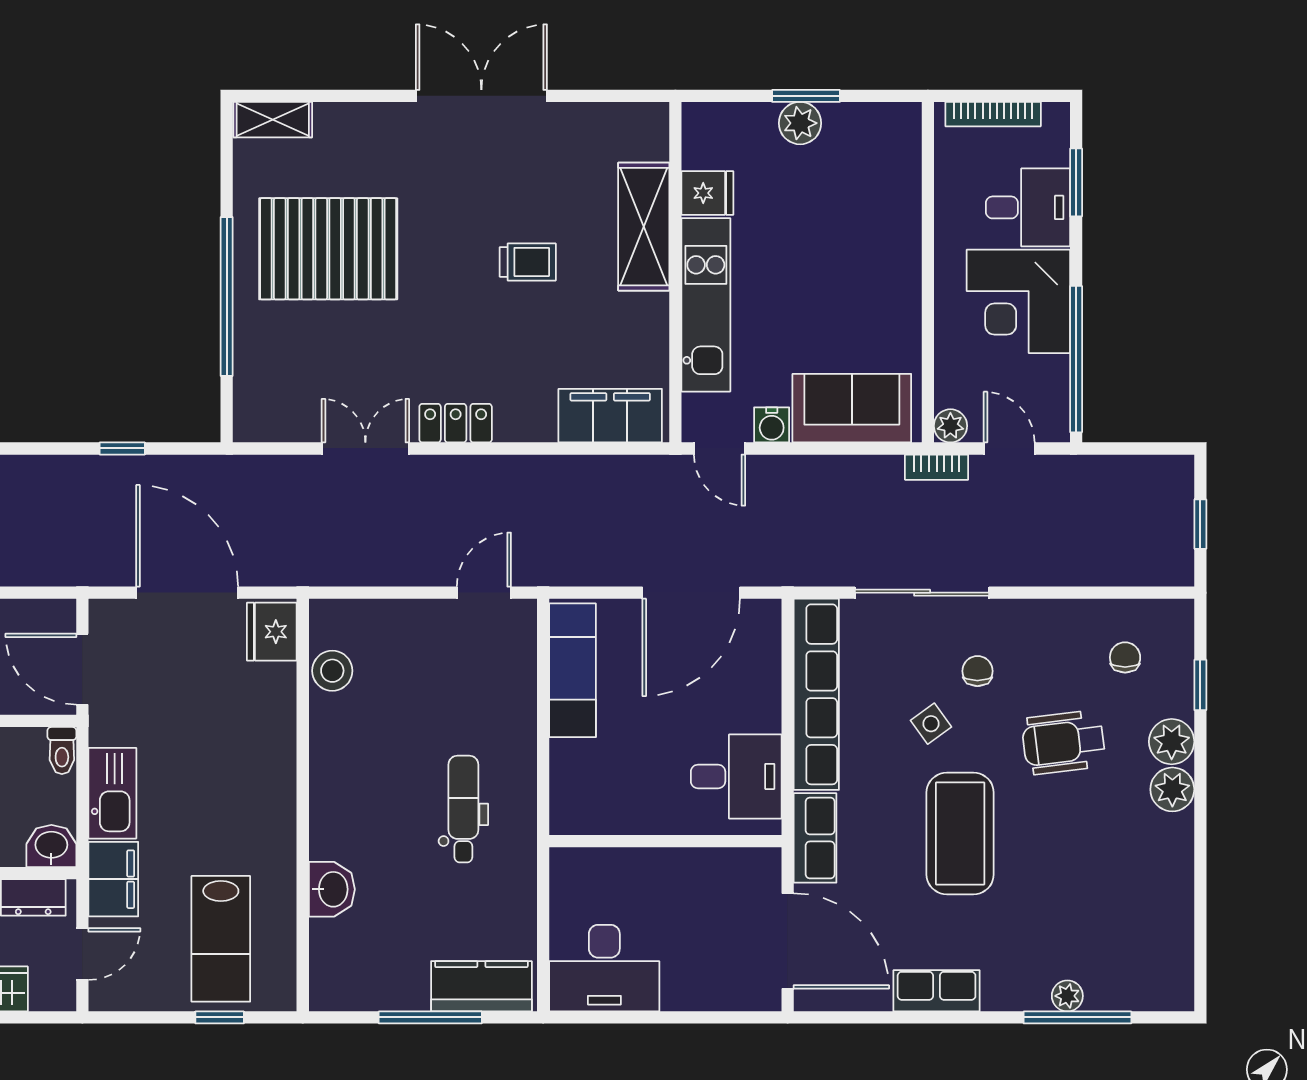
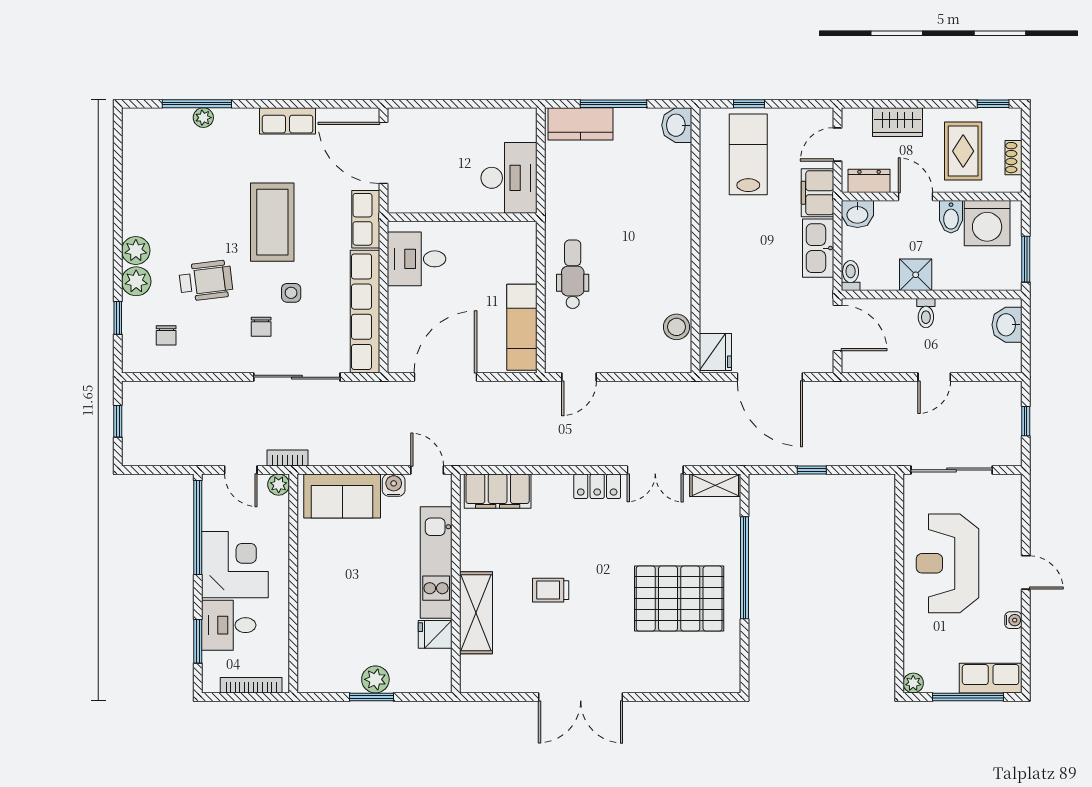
shelving: (273, 120) -> (715, 485), moved
side table: (931, 724) -> (291, 293), turned 36
dental chair: (463, 809) -> (573, 274), moved, turned 180
washbasin: (332, 889) -> (677, 125), moved
desk: (604, 968) -> (509, 178), moved, turned 90

